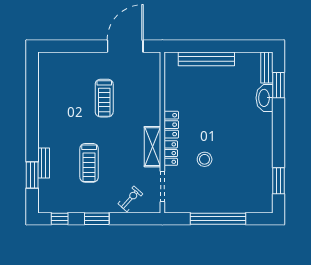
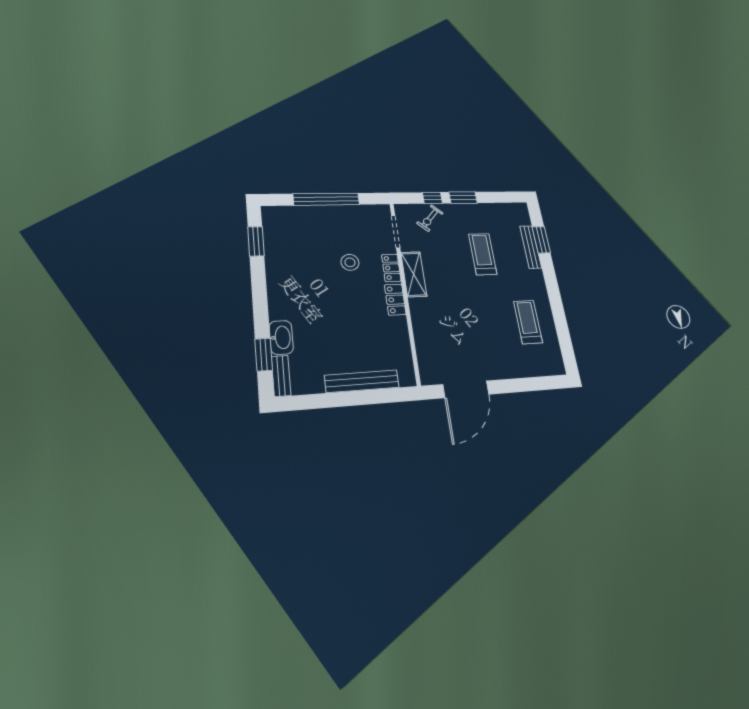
treadmill: (104, 98) -> (528, 322), moved
bench: (44, 163) -> (531, 247), width x1.36
window: (60, 219) -> (432, 198), moved

